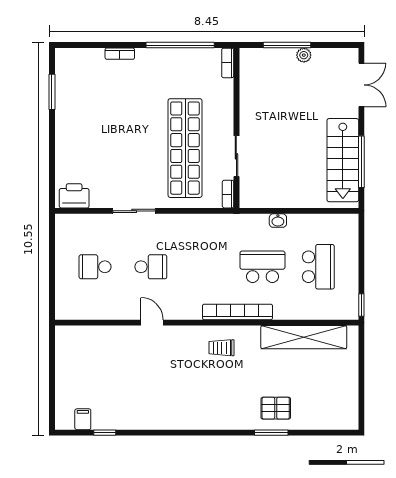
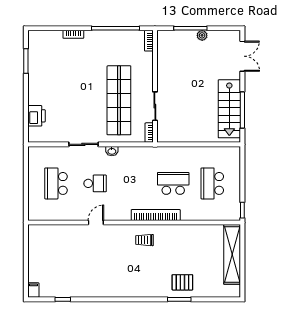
printer: (74, 196) -> (36, 116), moved, turned 90
washbasin: (278, 221) -> (112, 151), moved
school desk: (95, 267) -> (56, 183), width x1.85
school desk: (318, 267) -> (212, 183), turned 180
door: (152, 323) -> (96, 223), hinge flipped
shelving: (304, 337) -> (232, 254), moved, turned 90
filing cabinet: (83, 419) -> (33, 290), moved

